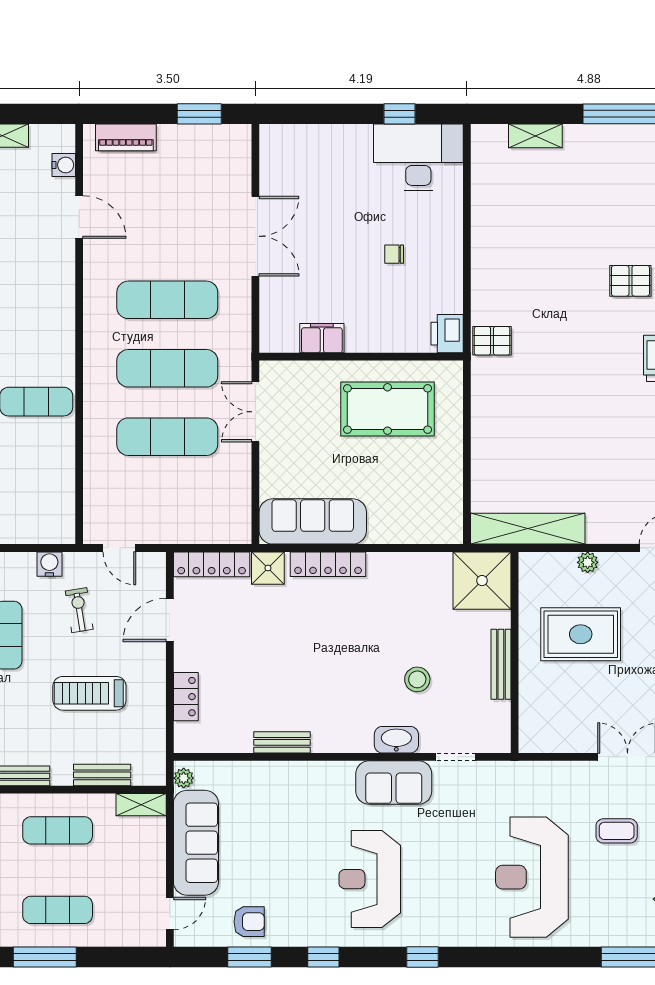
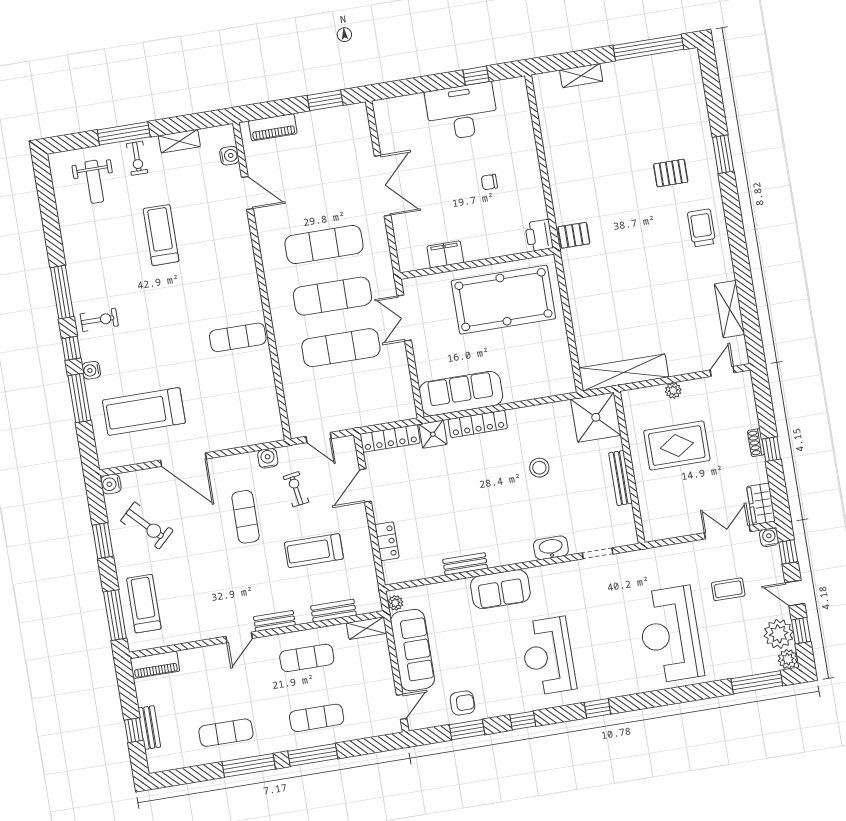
desk: (418, 157) -> (462, 112), moved
pool table: (388, 409) -> (503, 300), width x1.36, depth x1.32
stool: (417, 679) -> (539, 468), moved
sofa: (394, 783) -> (500, 589), moved

